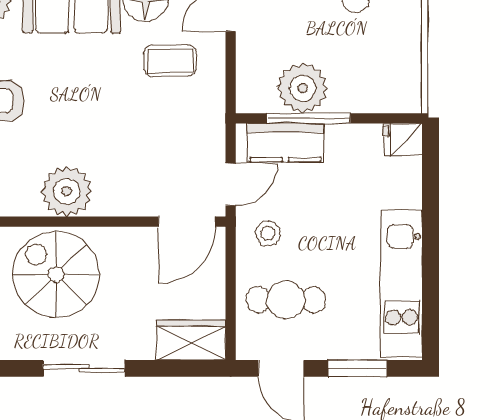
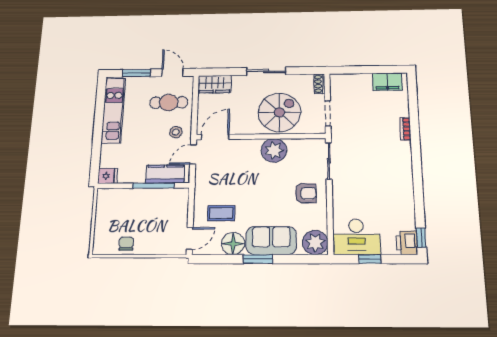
plant: (302, 88) -> (155, 200), removed
spiral stairs: (56, 274) -> (279, 112), turned -90

